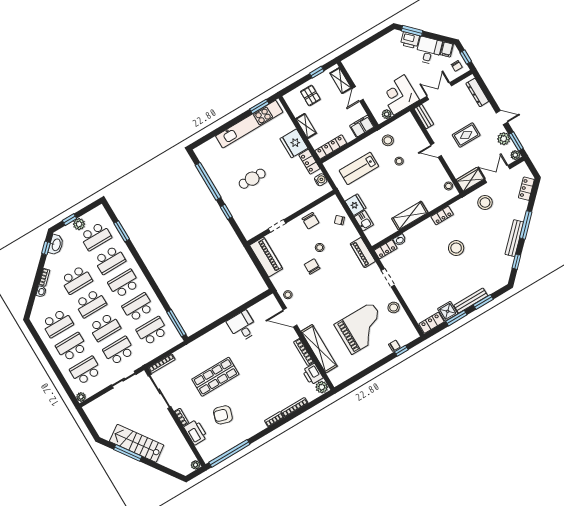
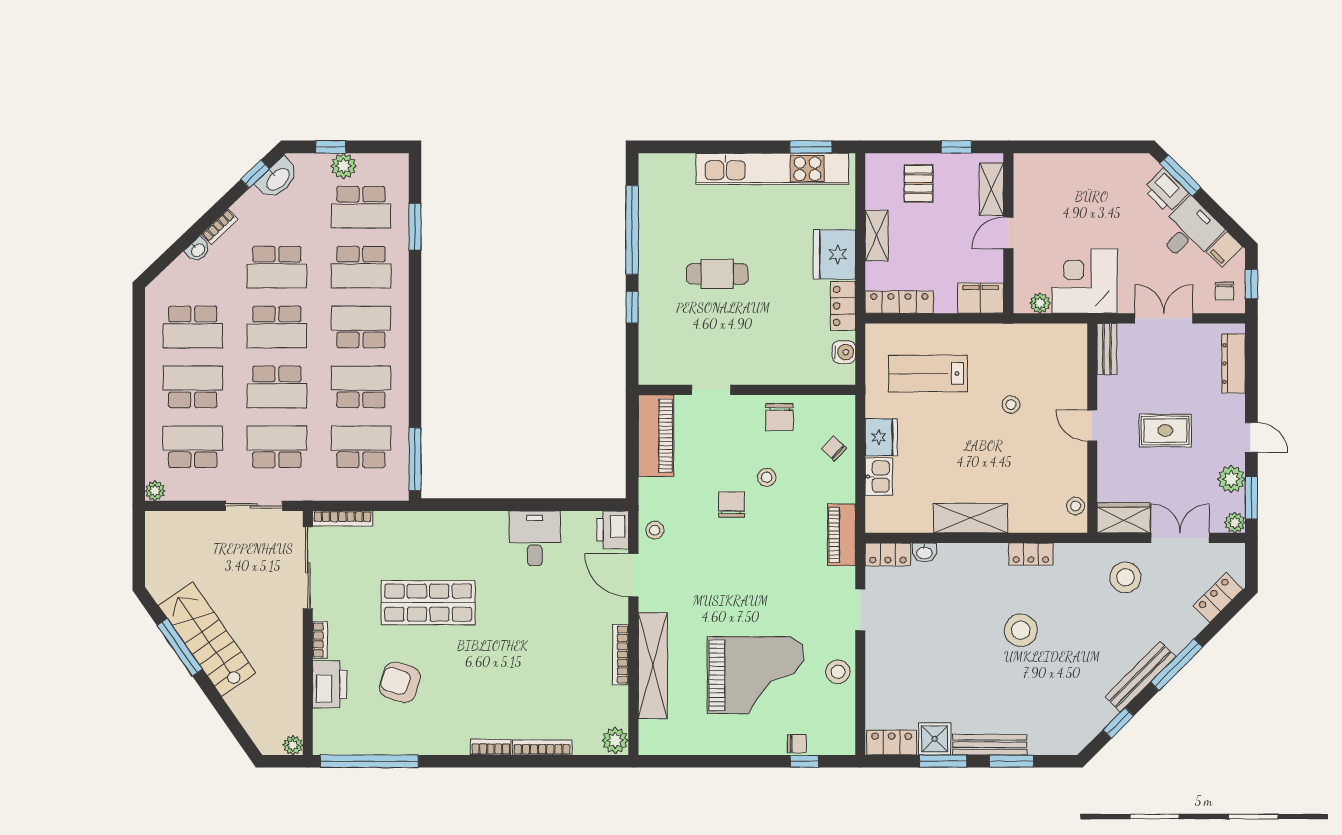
stool: (388, 140) -> (1013, 353), removed
printer: (313, 374) -> (613, 530), moved

